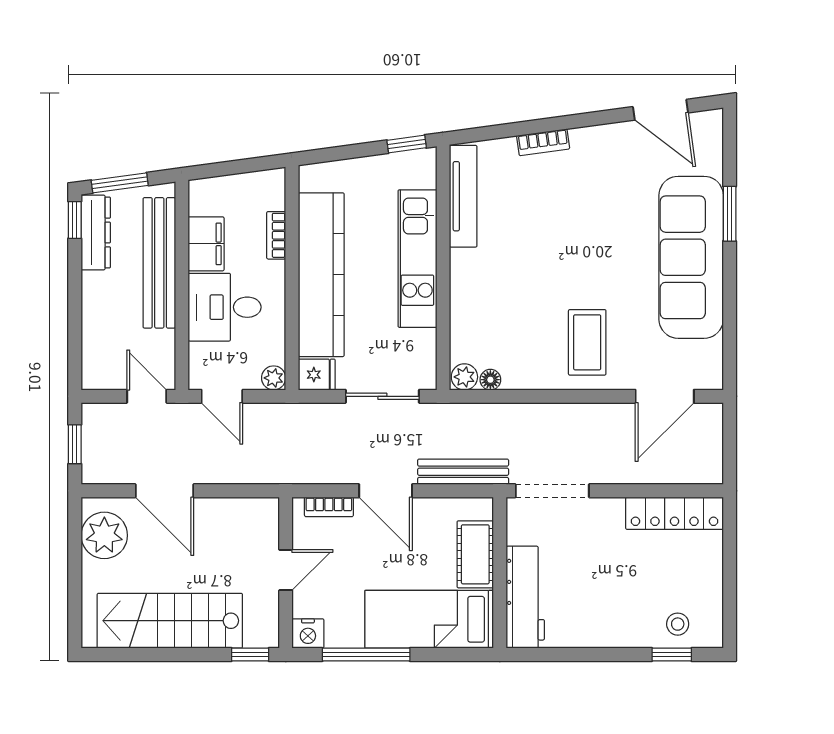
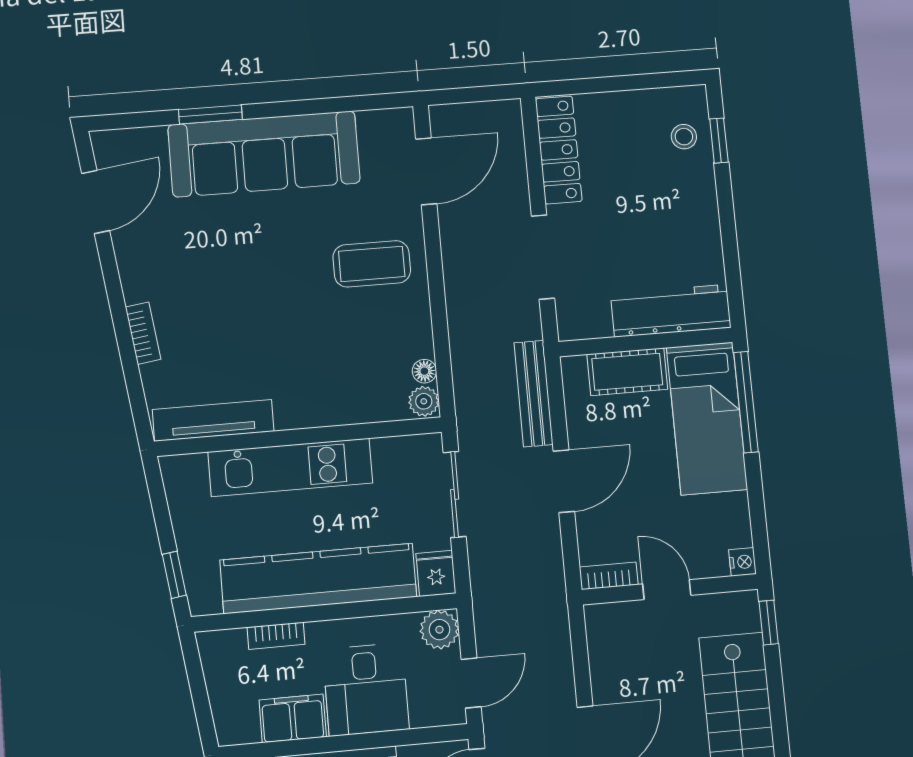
window: (407, 144) -> (174, 575), moved
plant: (274, 378) -> (439, 630), width x1.38, depth x1.38
door: (665, 396) -> (426, 171), hinge flipped
doorway: (552, 491) -> (543, 257), moved
bookcase: (329, 507) -> (609, 576), moved, turned -90
nightstand: (308, 633) -> (742, 562), width x0.72, depth x0.74
window: (366, 654) -> (746, 402), moved

